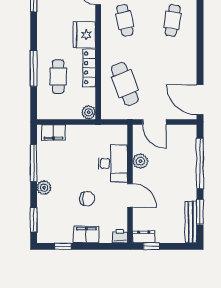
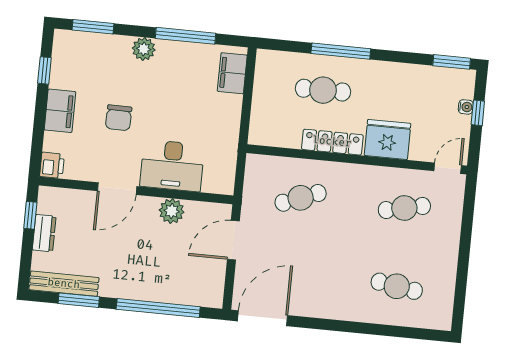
cafe table: (125, 84) -> (301, 198), width x0.73, depth x0.74
plant: (89, 112) -> (260, 134), removed
dresser: (144, 237) -> (44, 233), moved

